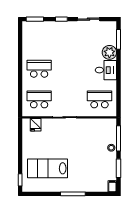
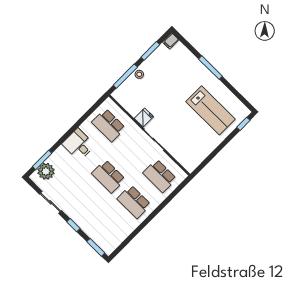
plant: (109, 52) -> (46, 171), moved
school desk: (69, 69) -> (108, 176), added
fridge: (36, 125) -> (144, 118), moved

